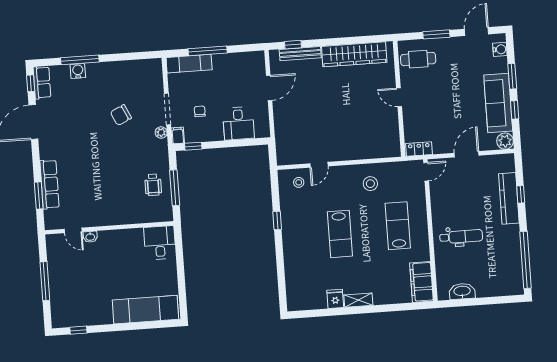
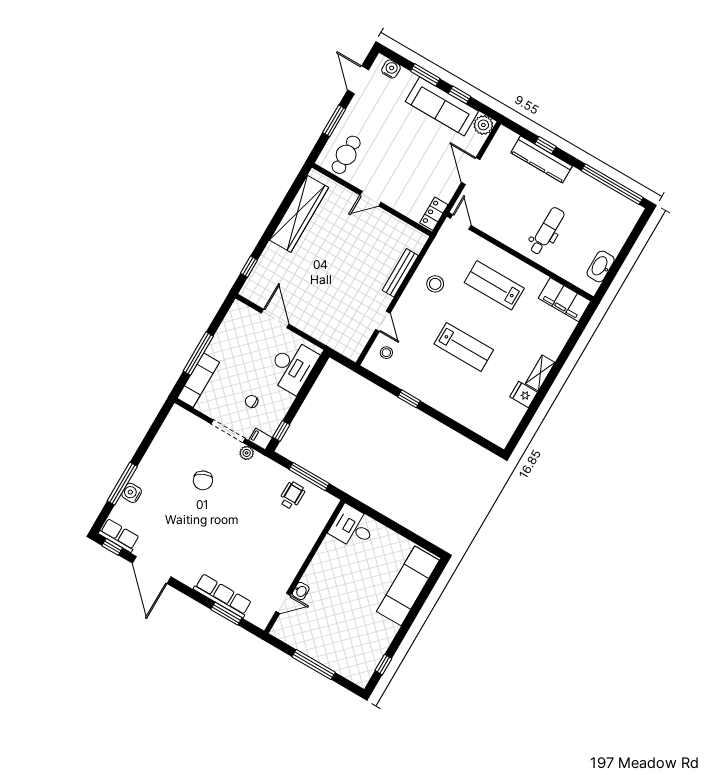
bench: (300, 54) -> (400, 273), moved
desk: (238, 123) -> (292, 366), width x1.37
wheelchair: (153, 185) -> (292, 495), turned -90

